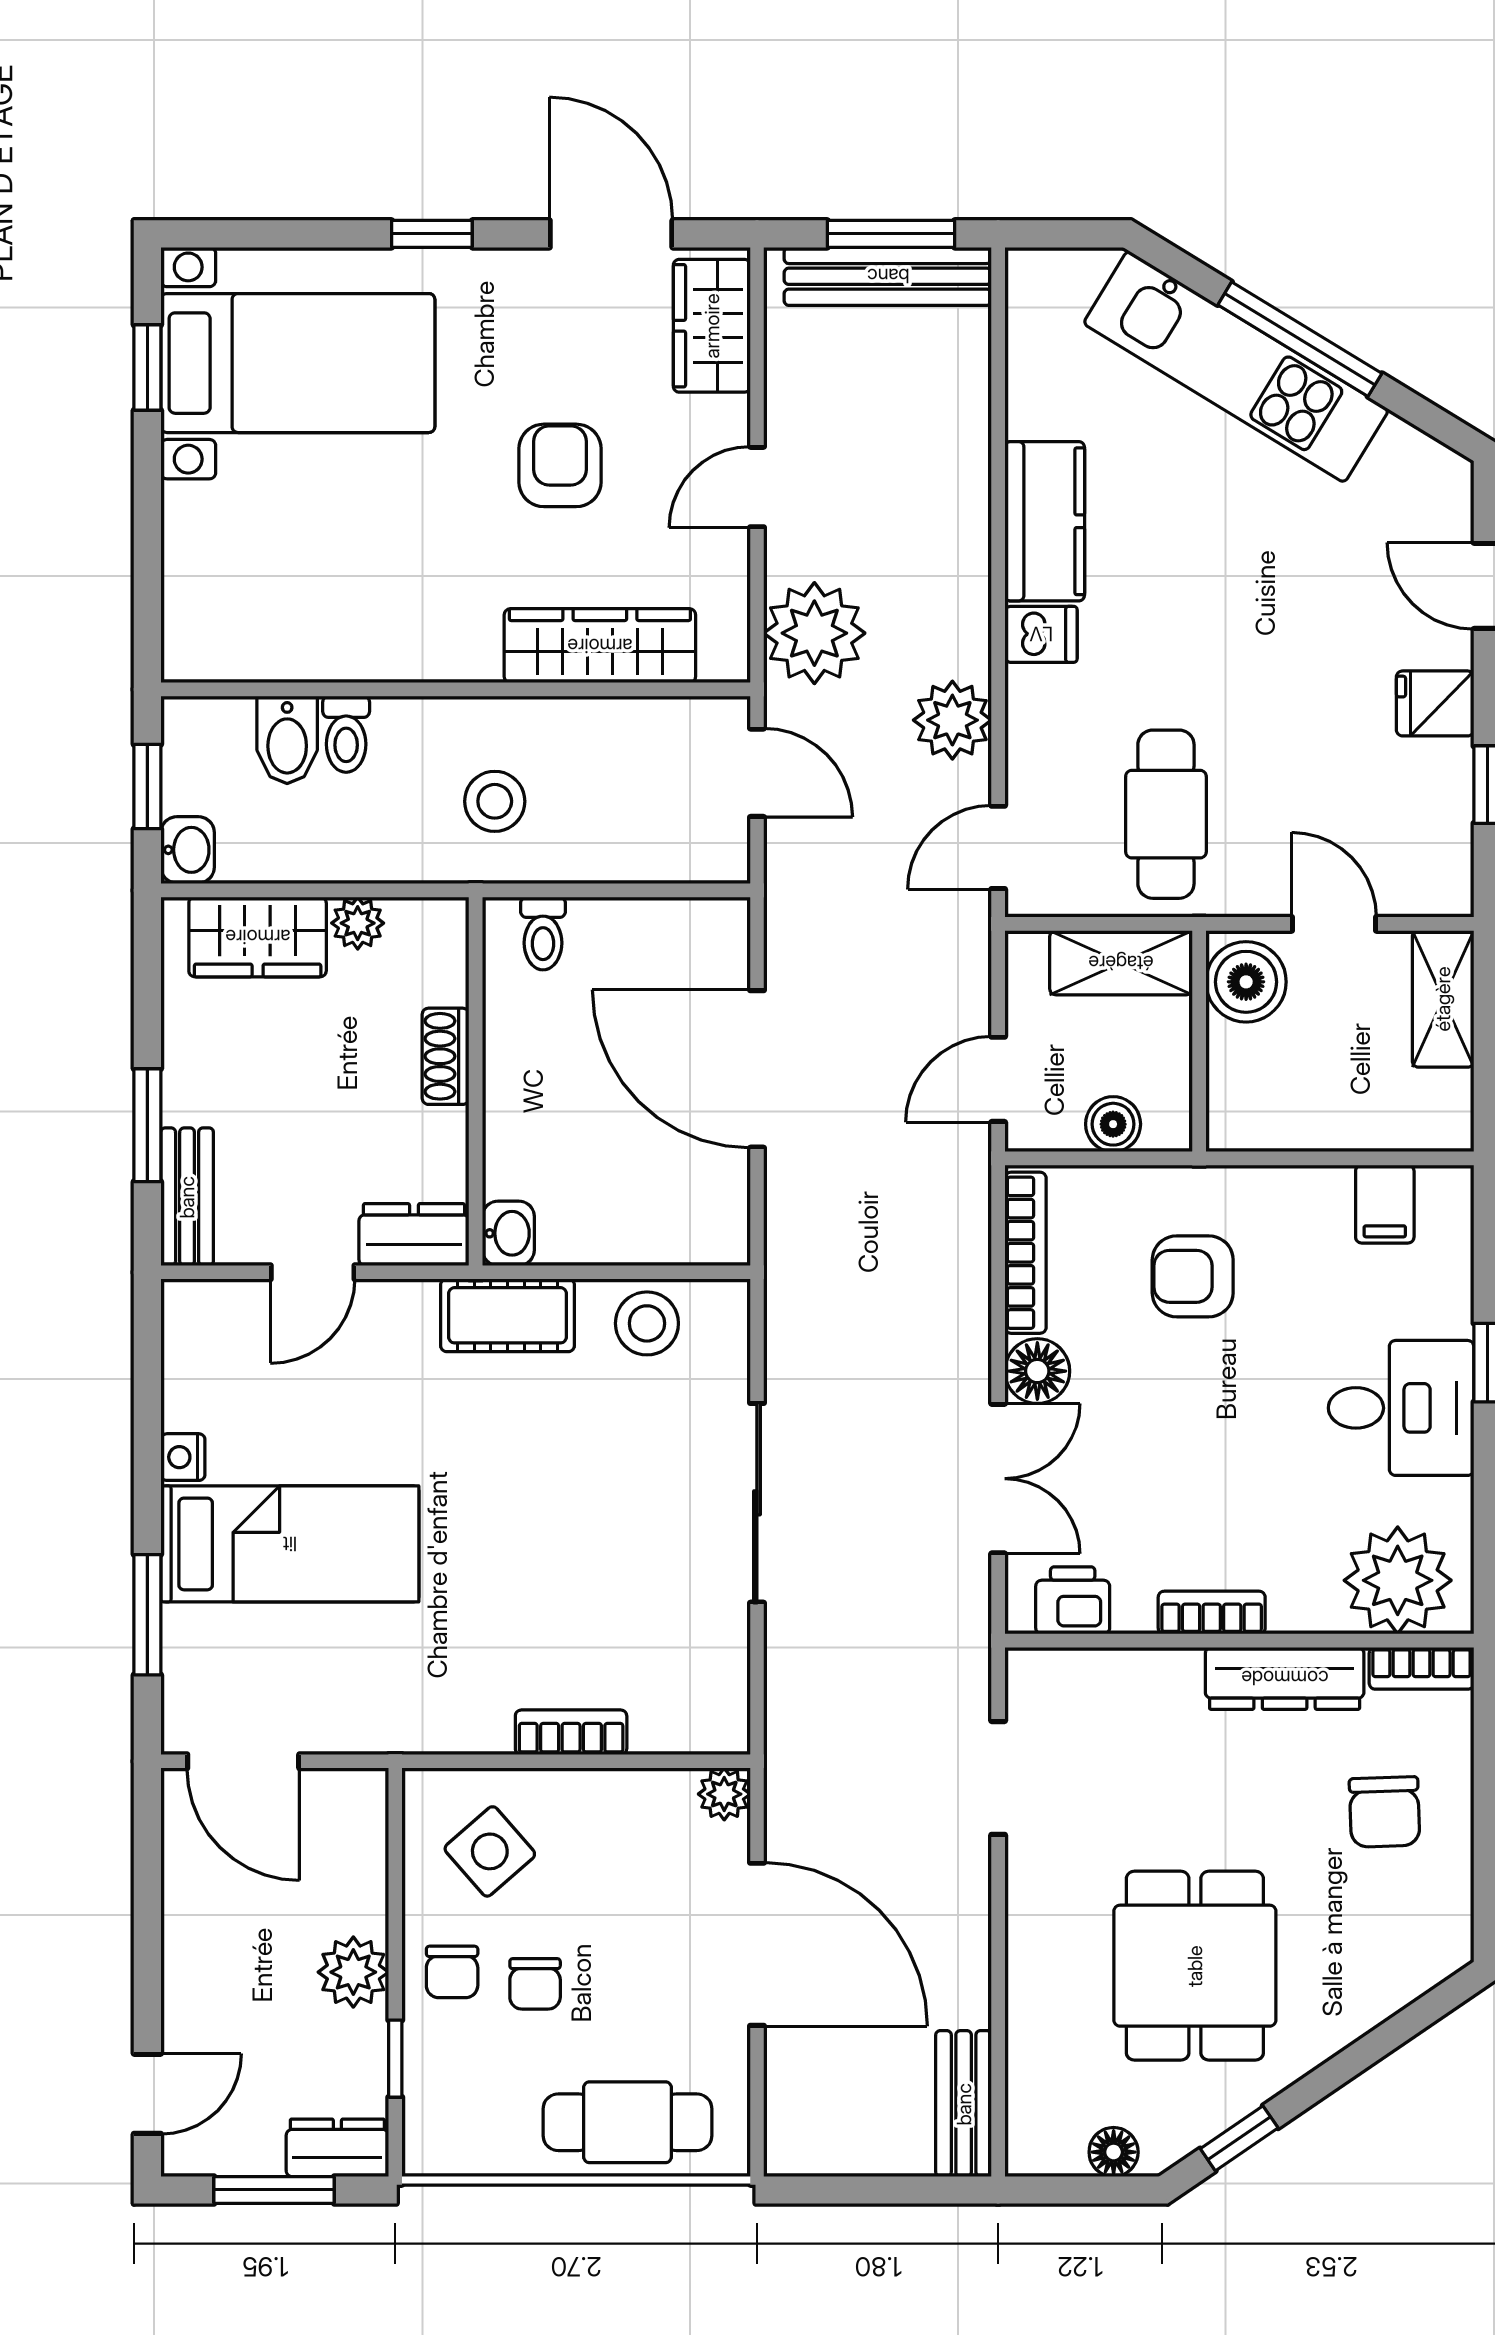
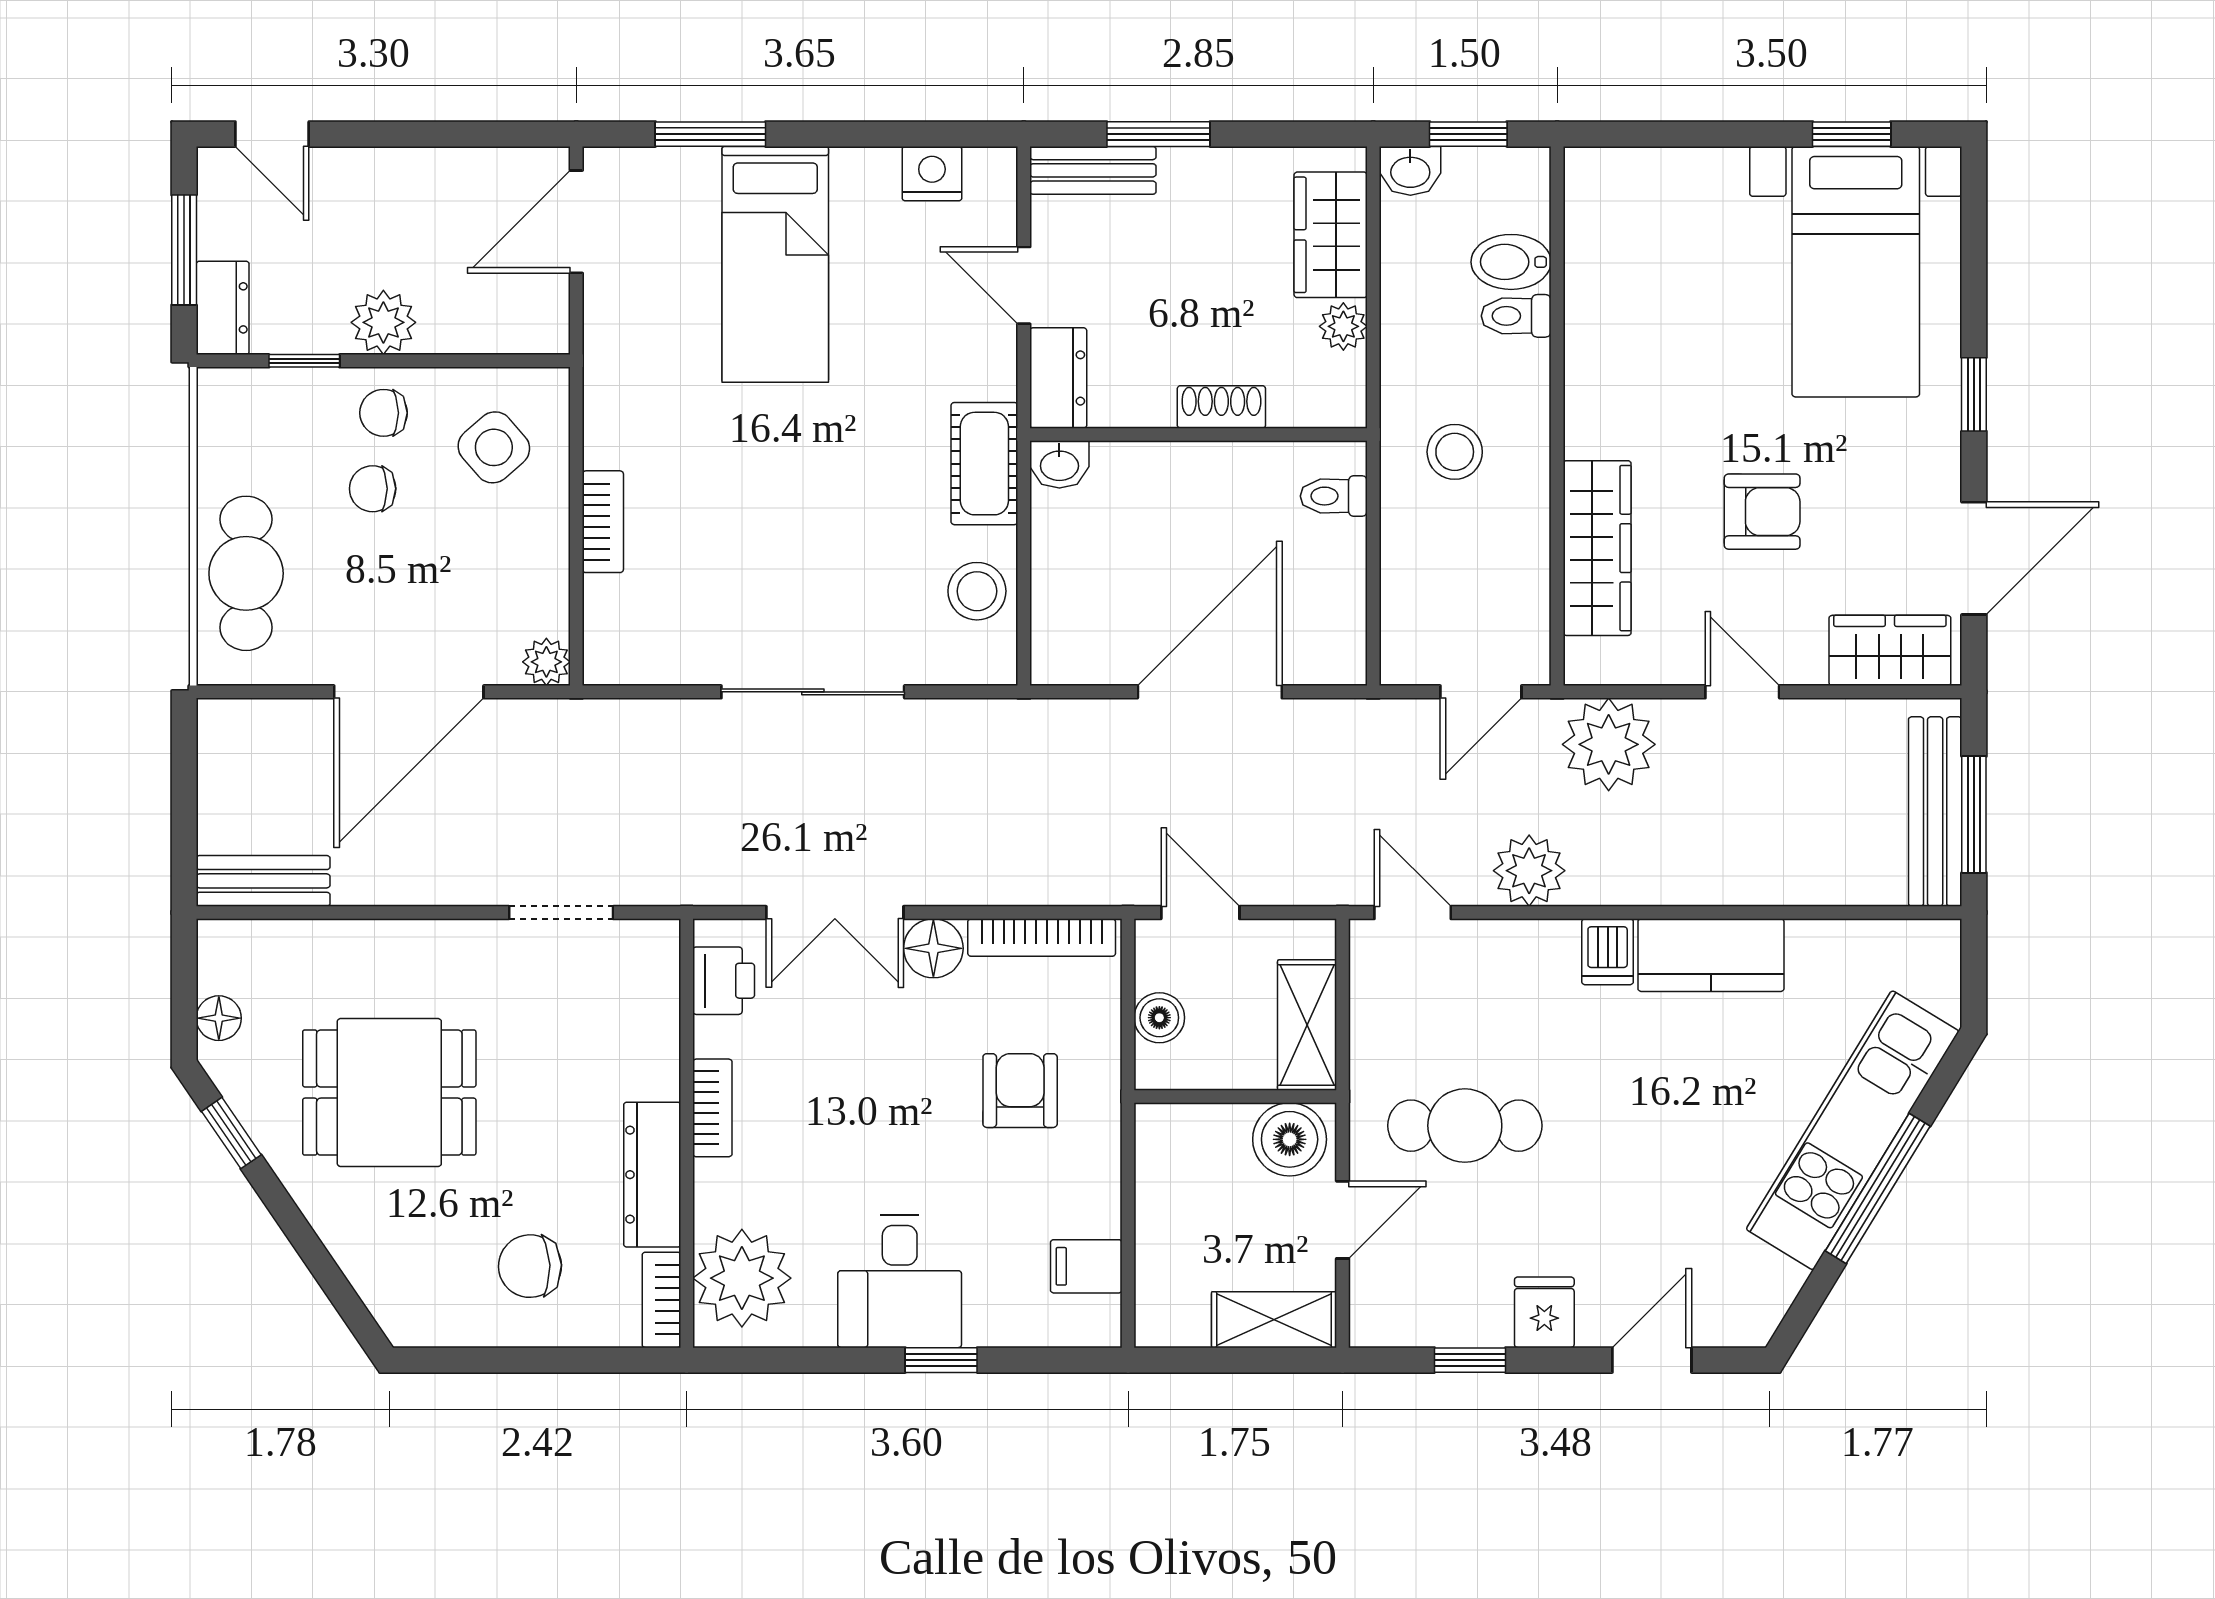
cafe table: (1166, 814) -> (1465, 1126), moved
nightstand: (183, 1457) -> (932, 174), moved, width x1.39, depth x1.35

